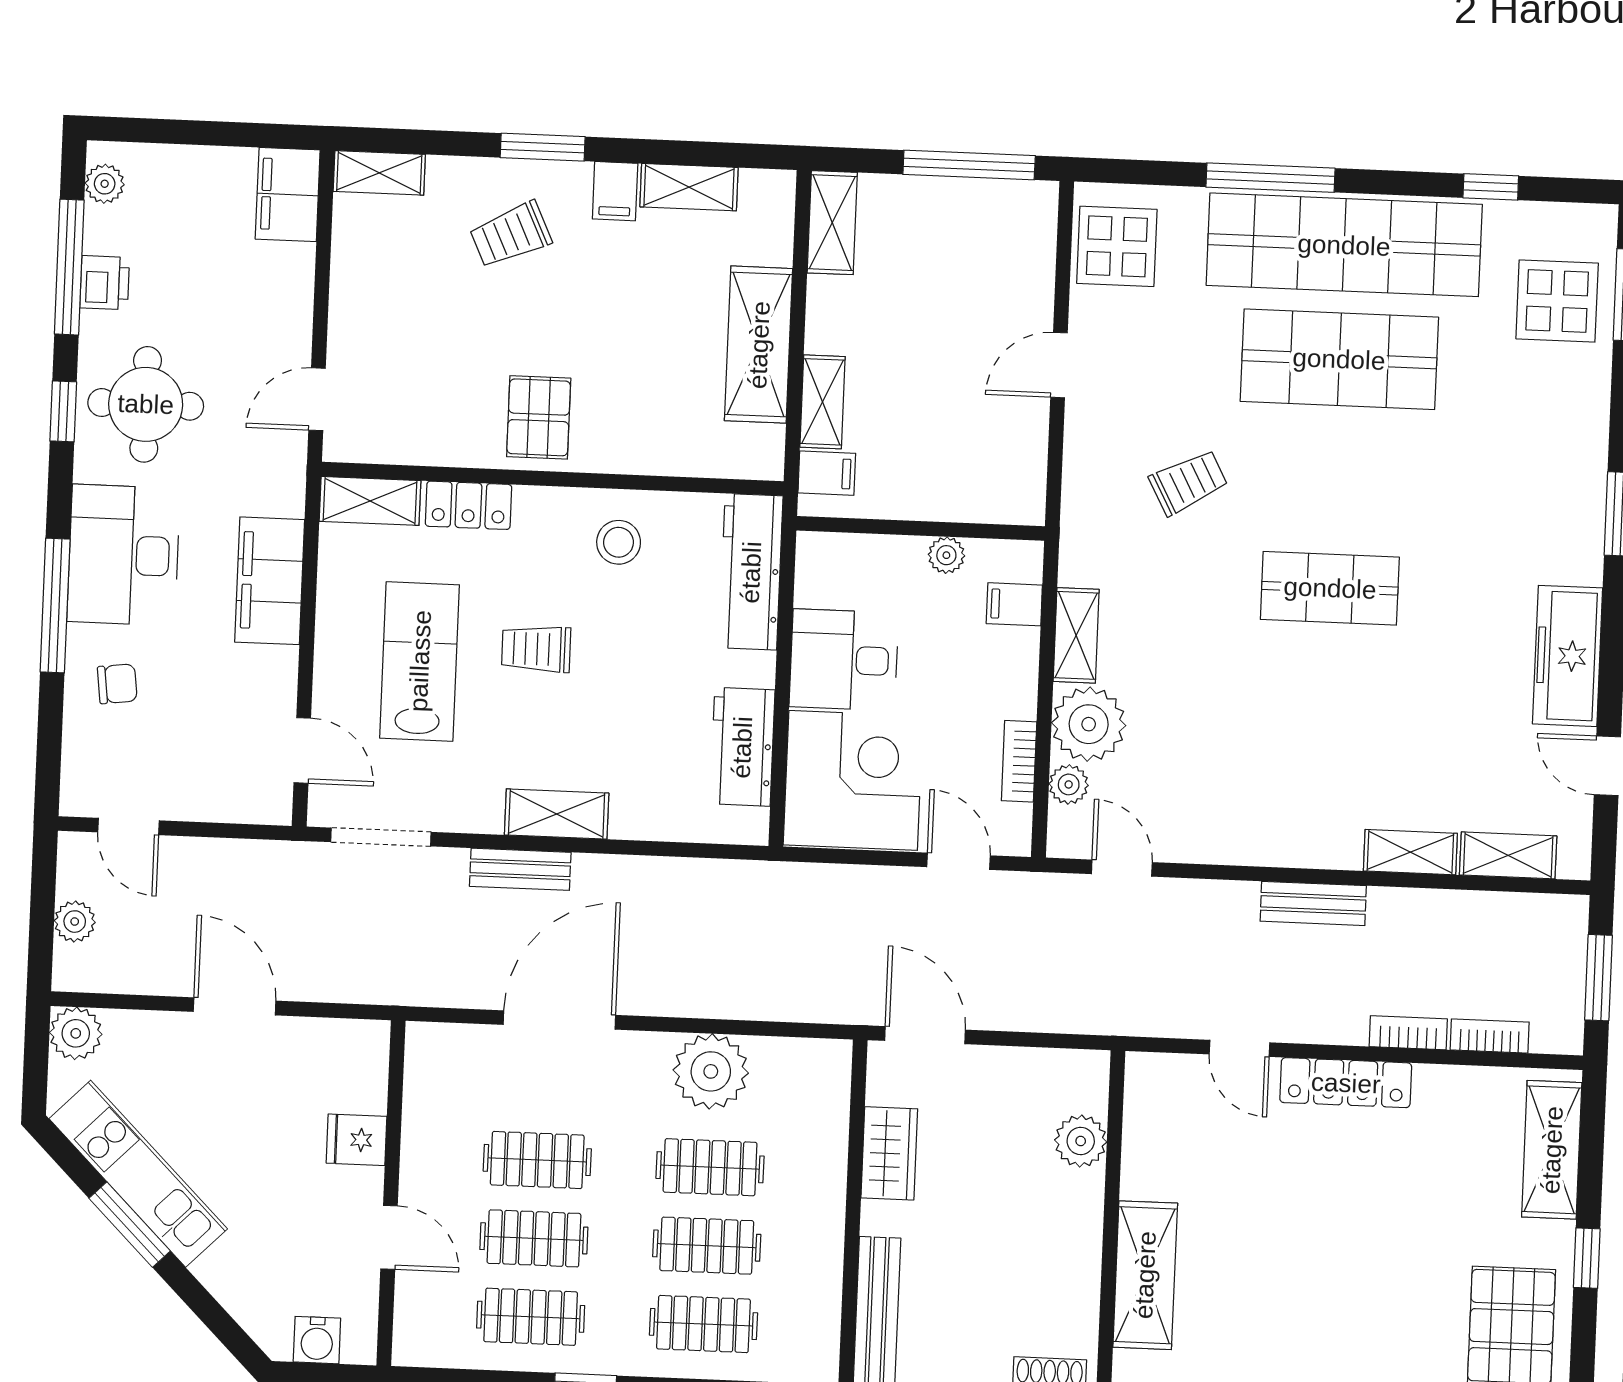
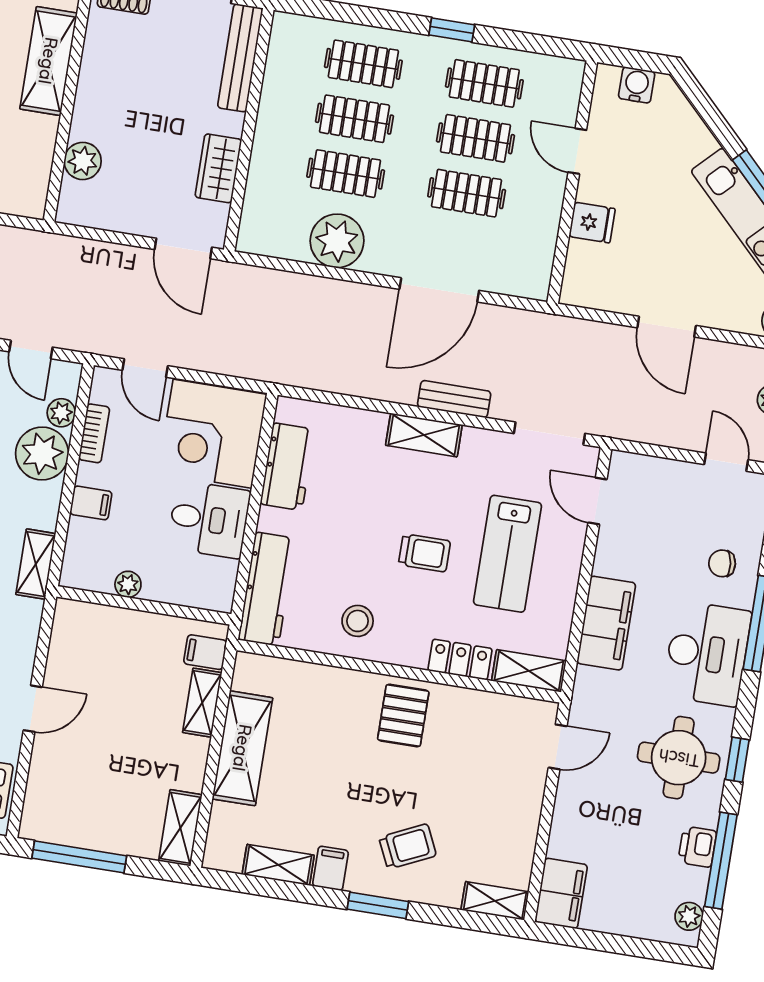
filing cabinet: (1014, 604) -> (91, 503), moved
shelving: (1076, 635) -> (36, 564), moved

